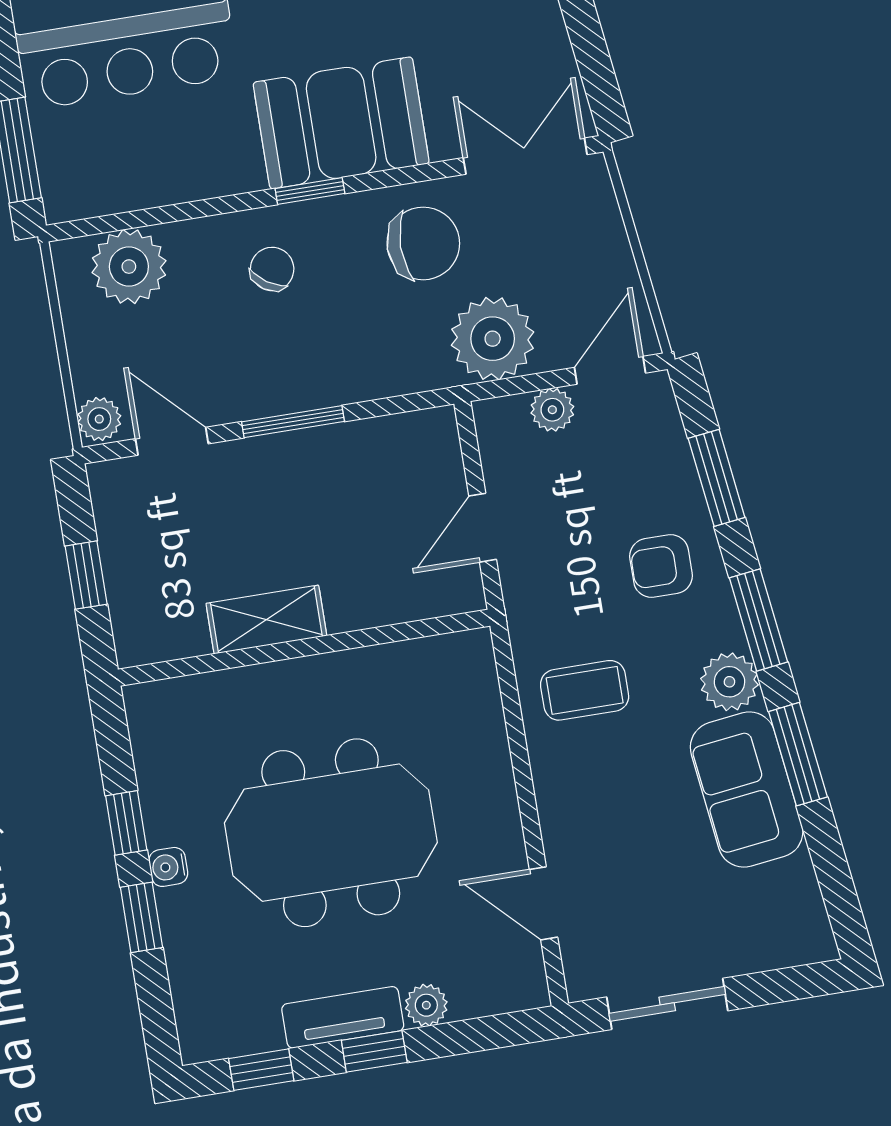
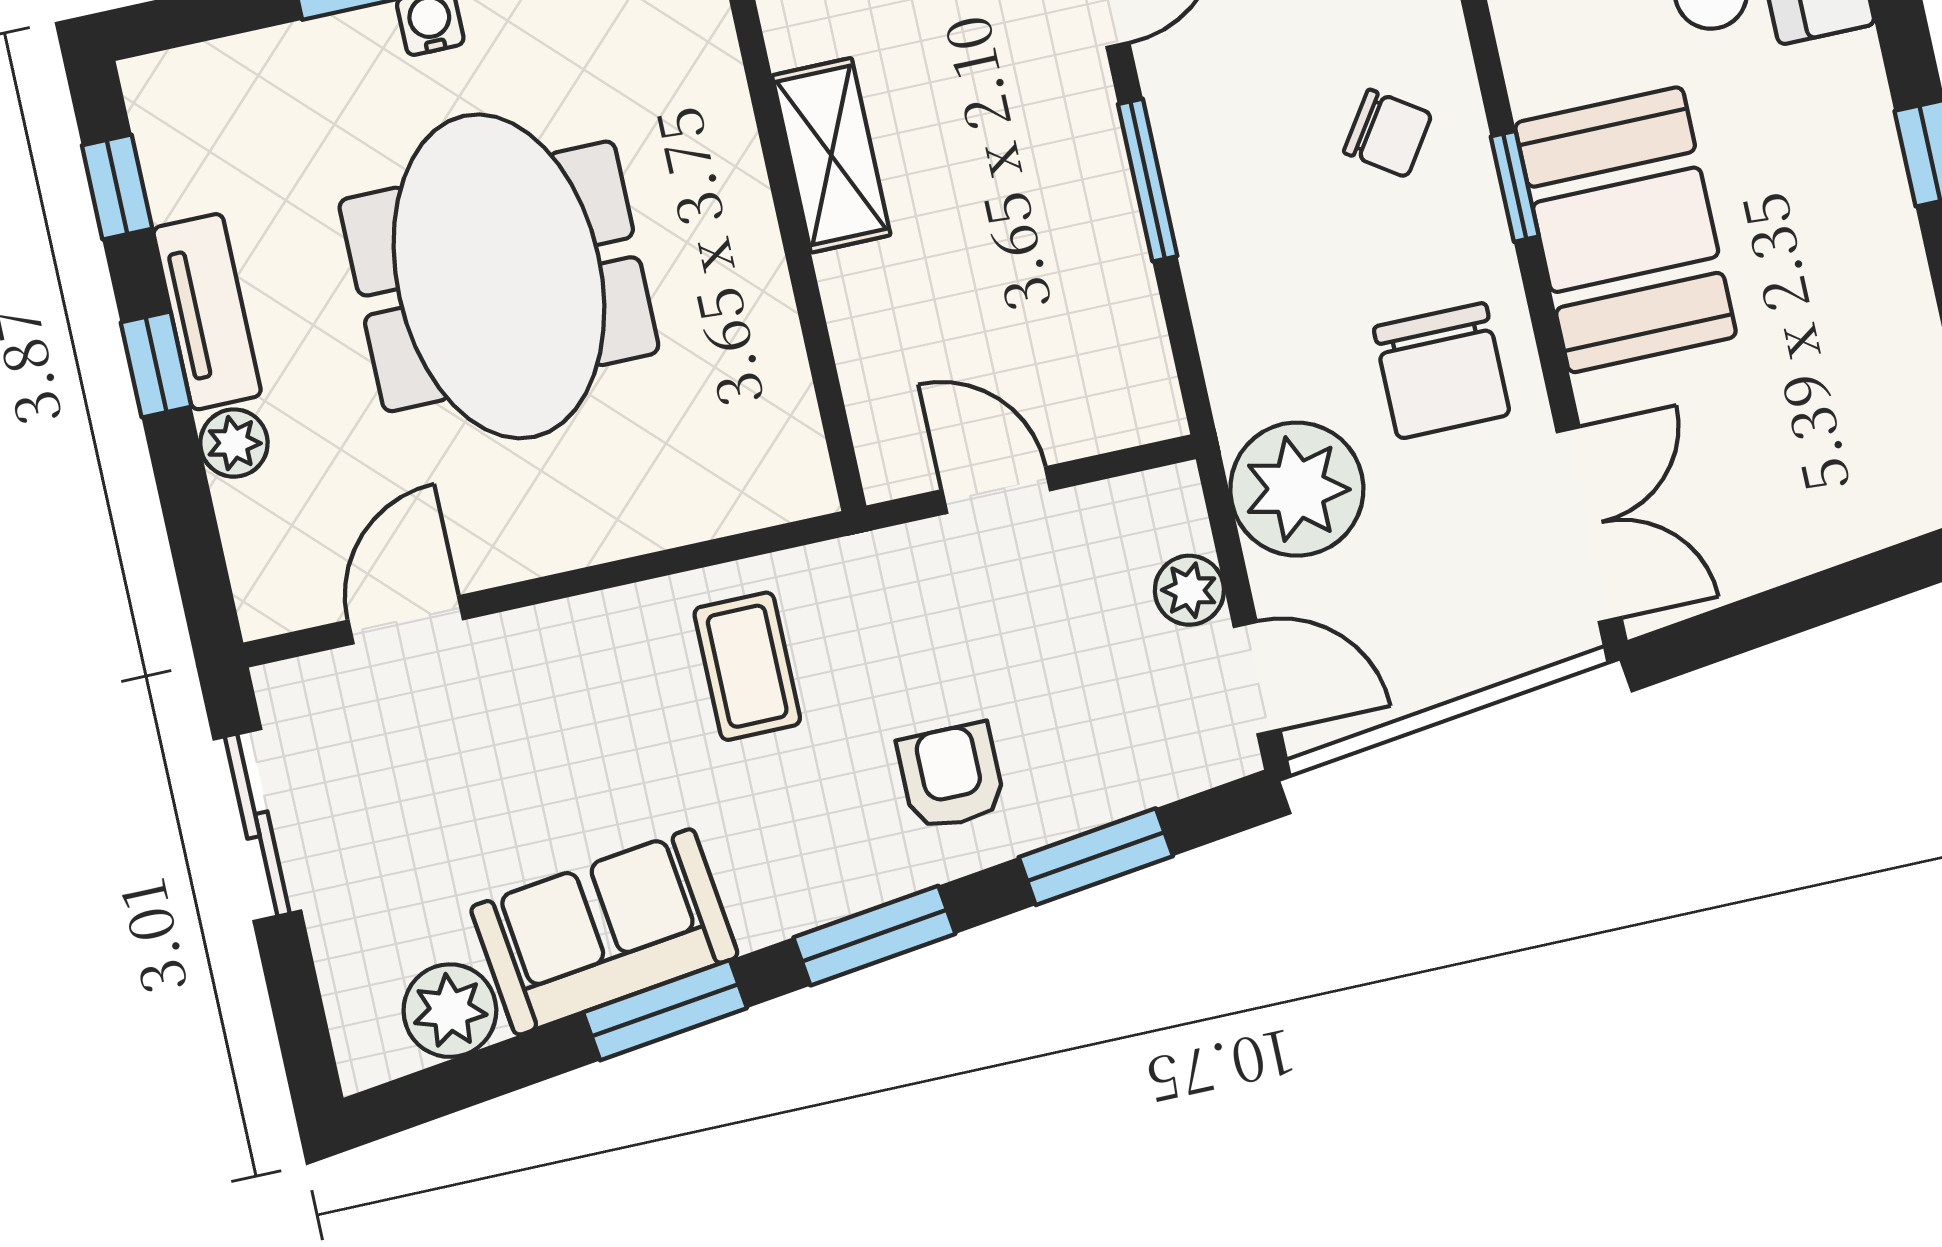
plant: (729, 682) -> (450, 1011), moved

